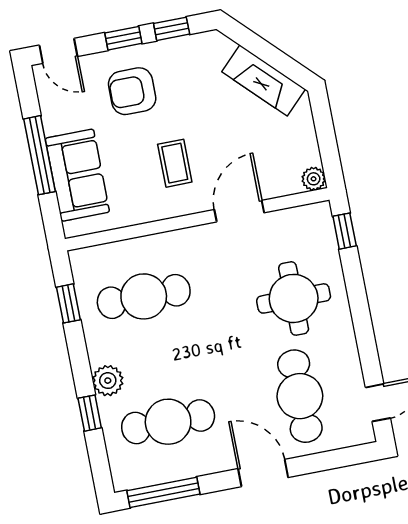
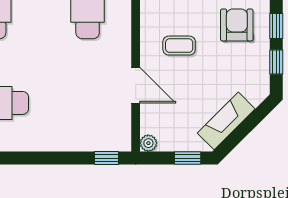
window: (323, 122) -> (188, 158), added
round table: (294, 298) -> (65, 112), removed

